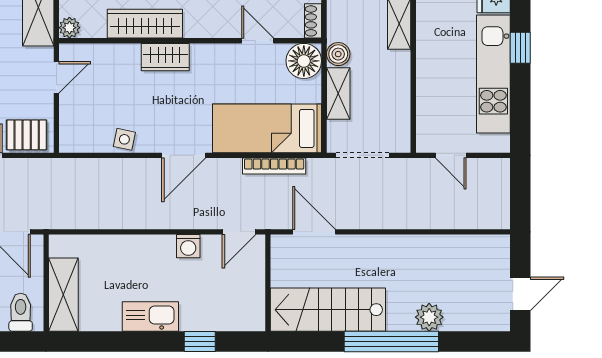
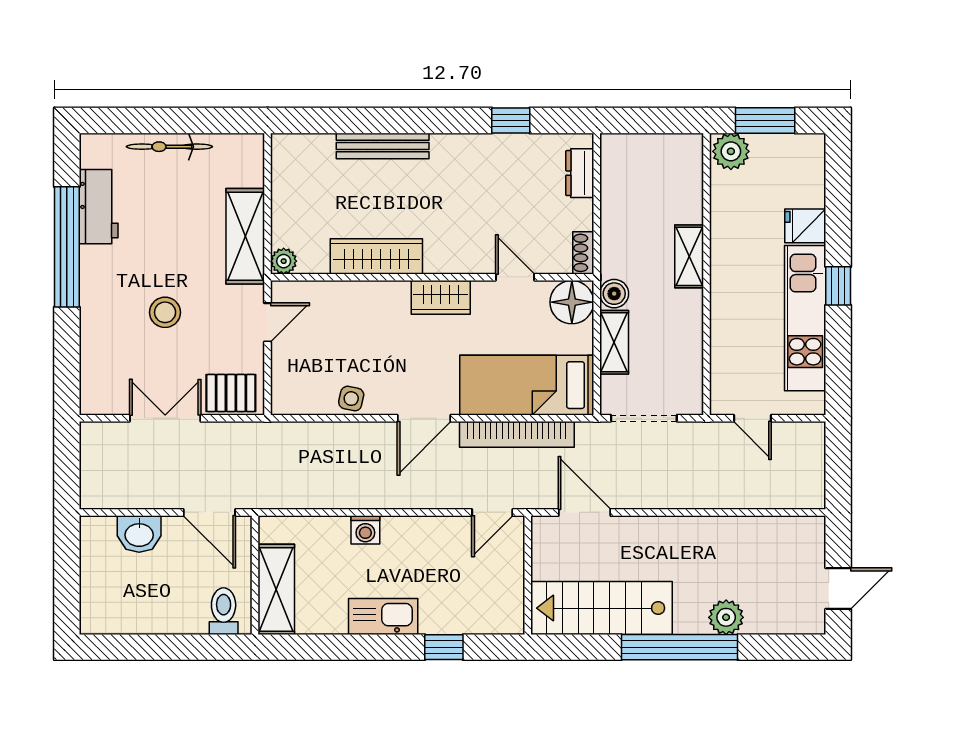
wardrobe: (165, 57) -> (441, 297), moved
bookcase: (274, 166) -> (517, 434), width x1.48, depth x1.31
washing machine: (188, 246) -> (365, 530), moved

